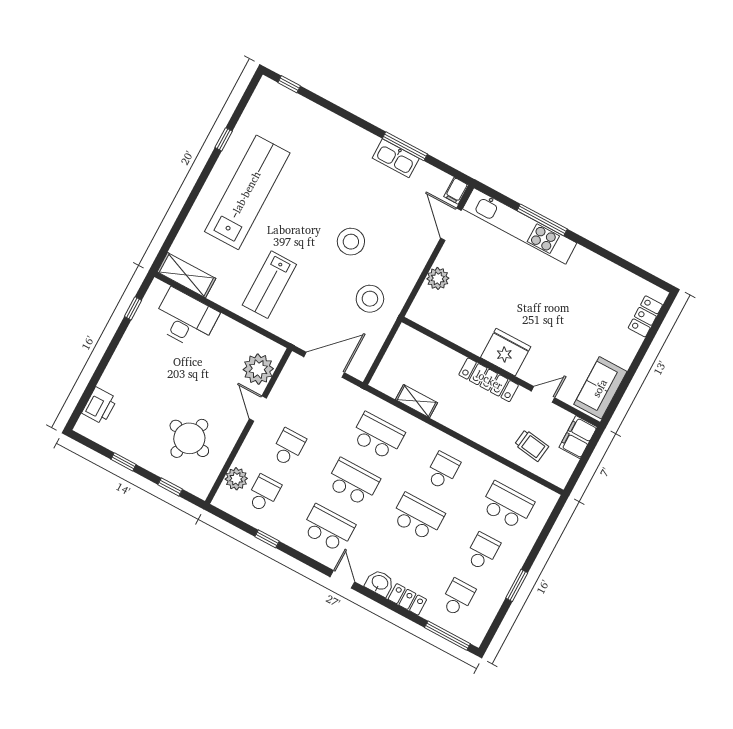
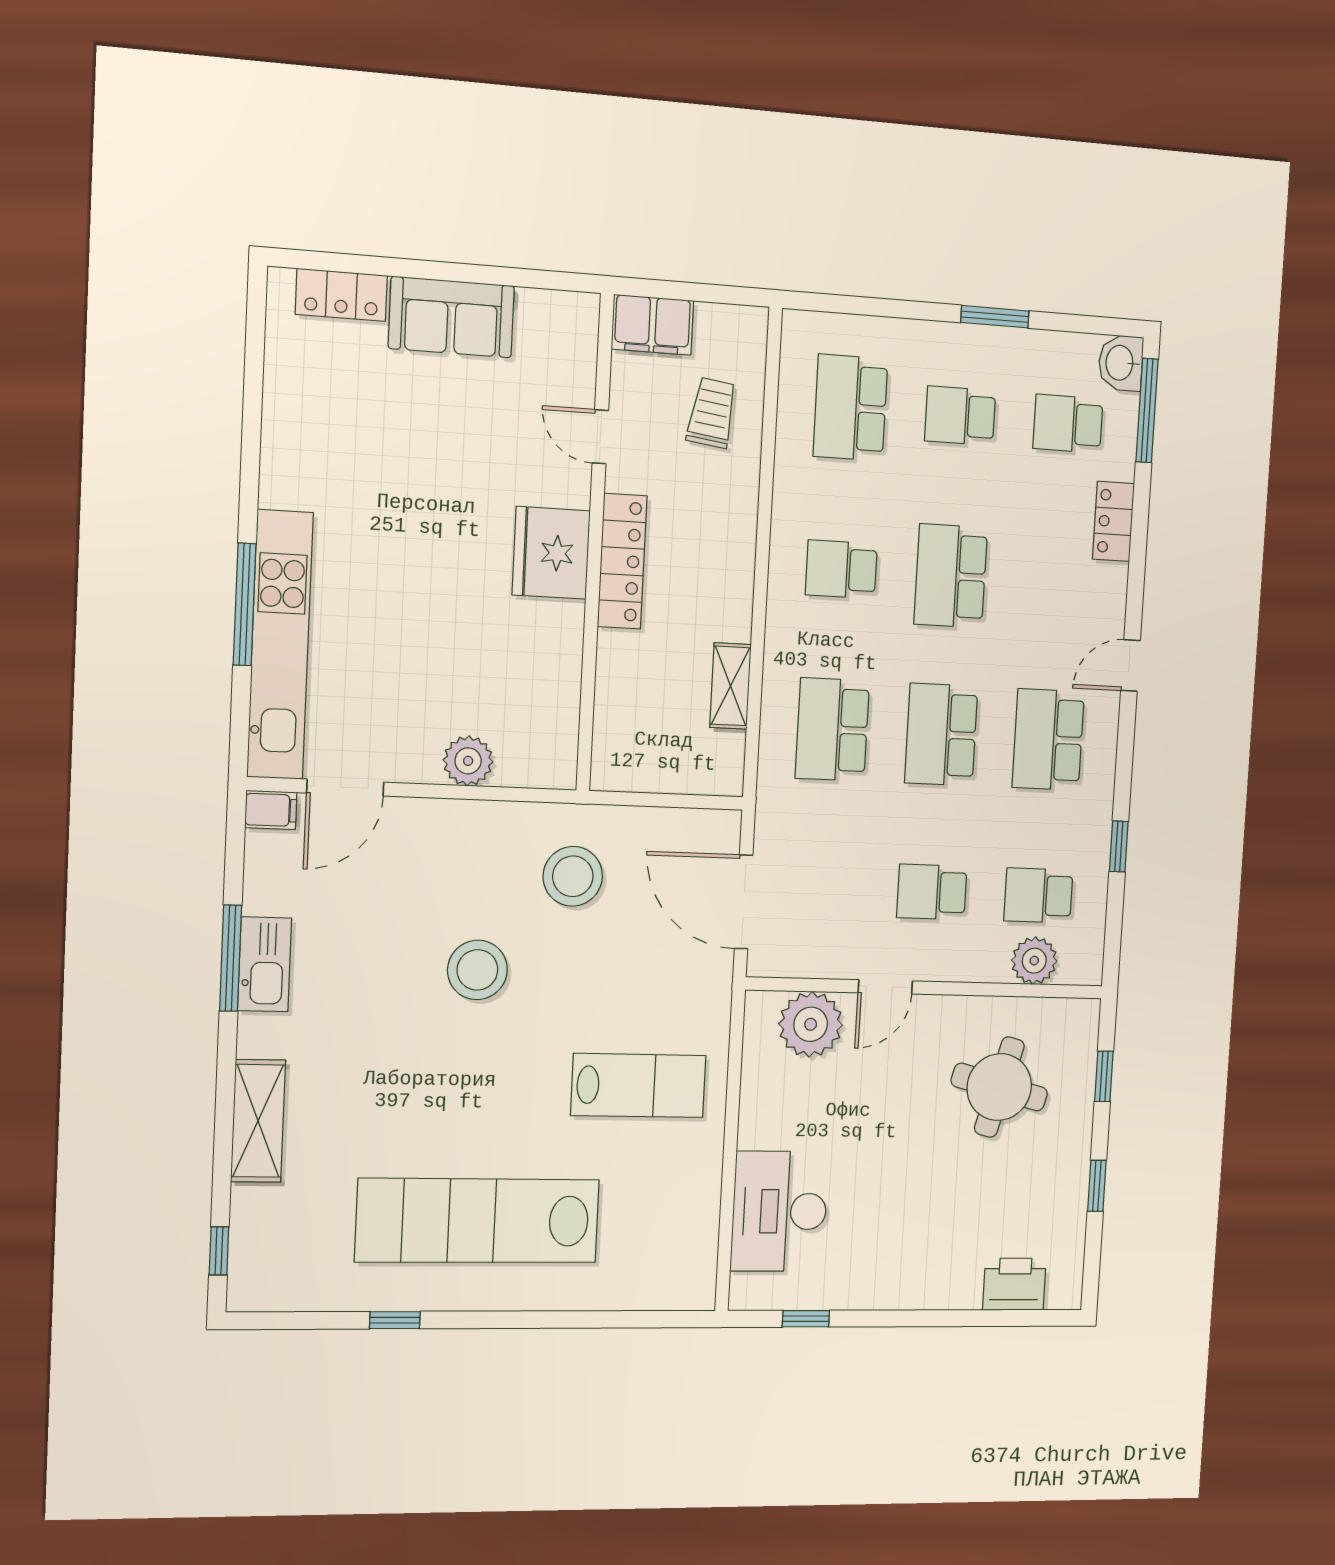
shelving: (186, 275) -> (258, 1121), moved
sofa: (600, 388) -> (451, 317), moved
washbasin: (380, 583) -> (1121, 363), moved

